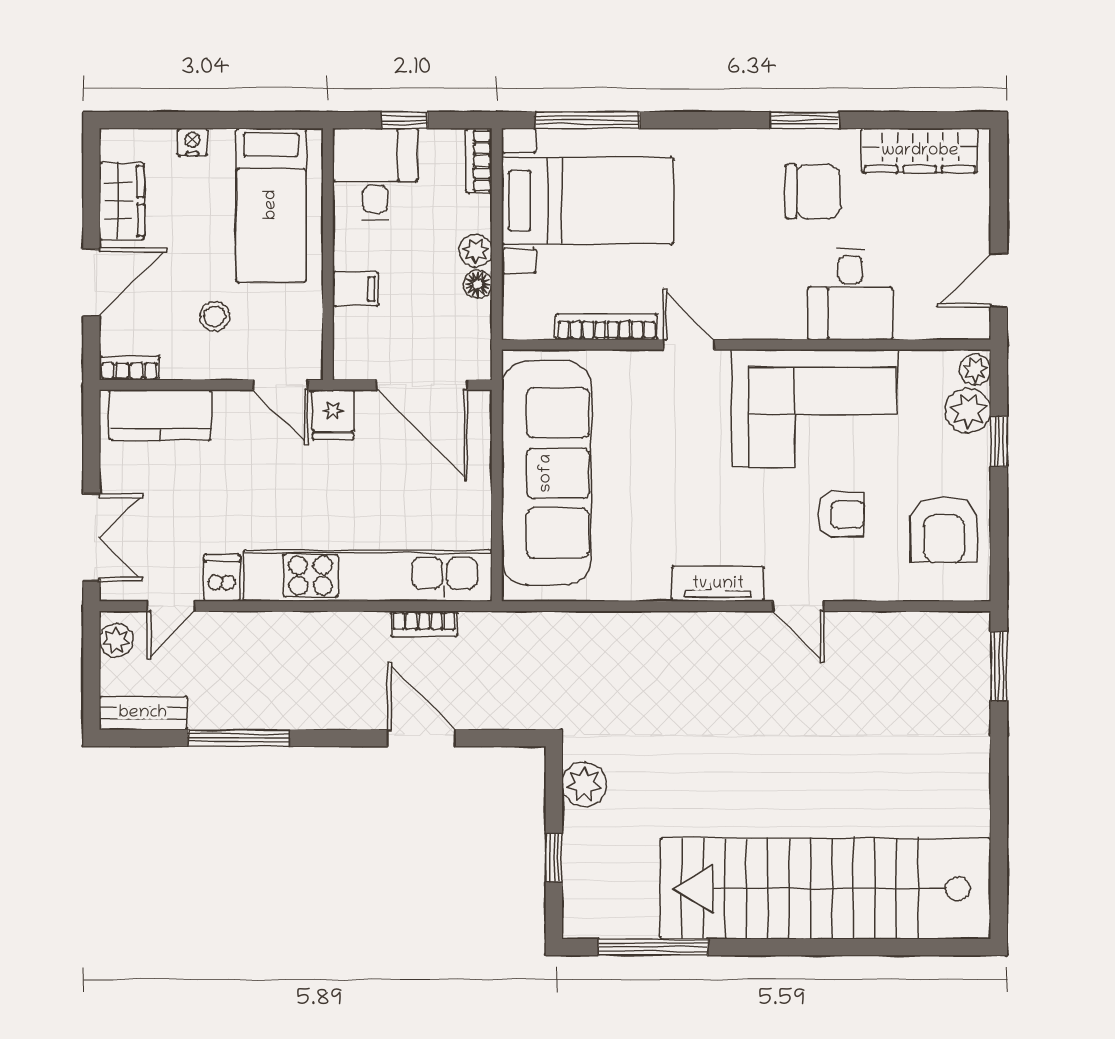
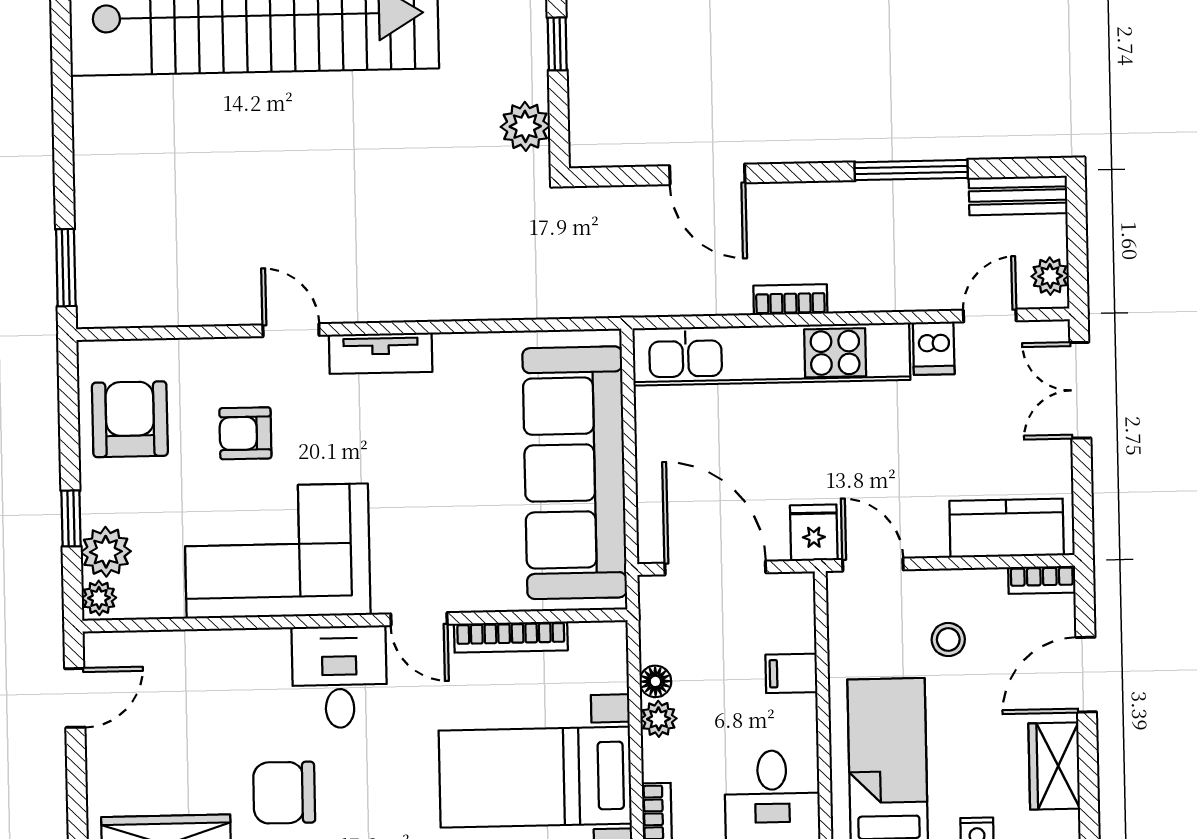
desk: (850, 294) -> (339, 677), moved
bookcase: (424, 624) -> (790, 300), moved

